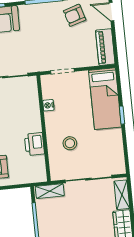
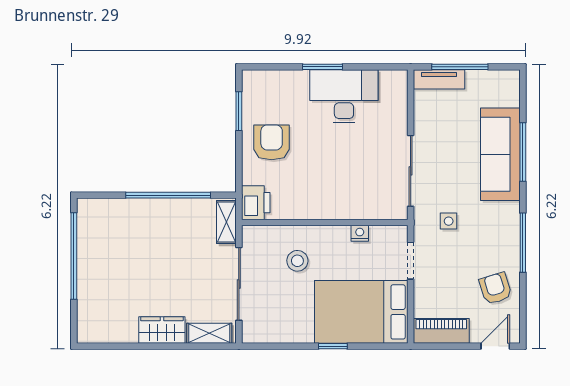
side table: (35, 50) -> (449, 221), added
bed: (105, 99) -> (361, 312), width x1.50
printer: (34, 144) -> (256, 203), moved, turned 90

